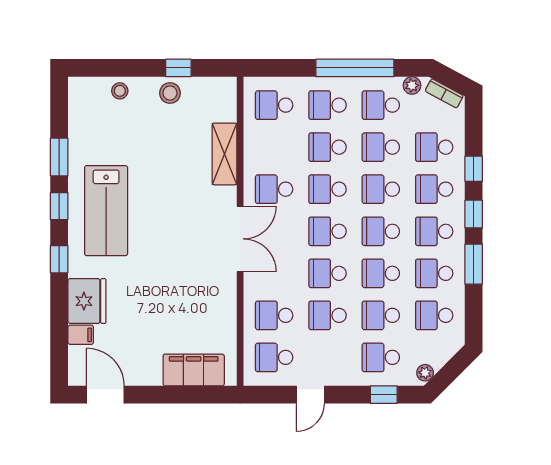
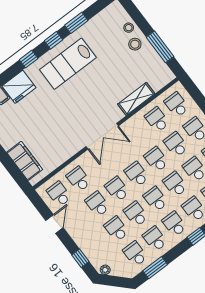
window: (178, 68) -> (160, 47), width x2.17
stool: (170, 93) -> (135, 44), moved
school desk: (274, 189) -> (157, 120), moved
window: (474, 264) -> (155, 268), moved
school desk: (381, 357) -> (97, 244), removed
door: (310, 395) -> (54, 224), swing flipped

